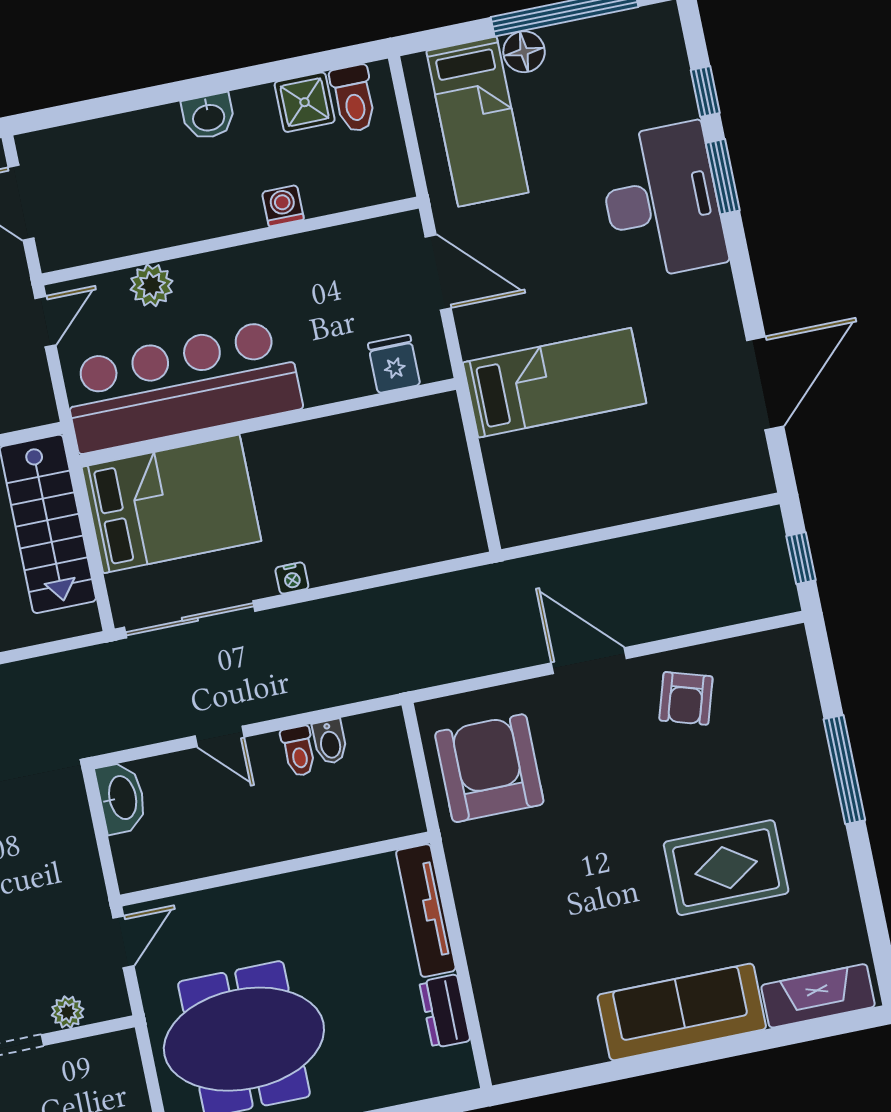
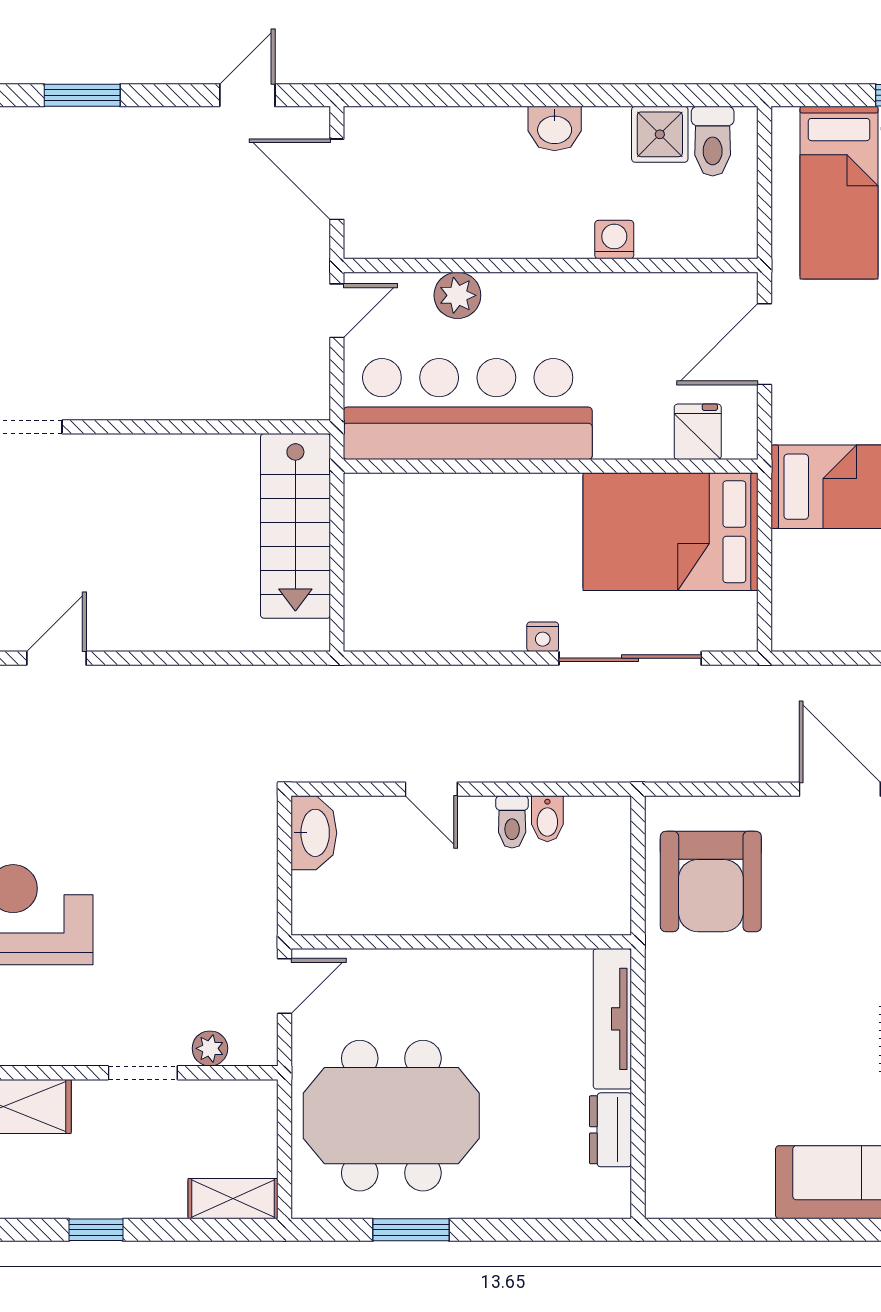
door: (438, 272) -> (765, 344), swing flipped
bed: (171, 504) -> (671, 532), moved, turned 180
sliding door: (190, 619) -> (630, 658), moved
armchair: (489, 768) -> (711, 881), turned 180

